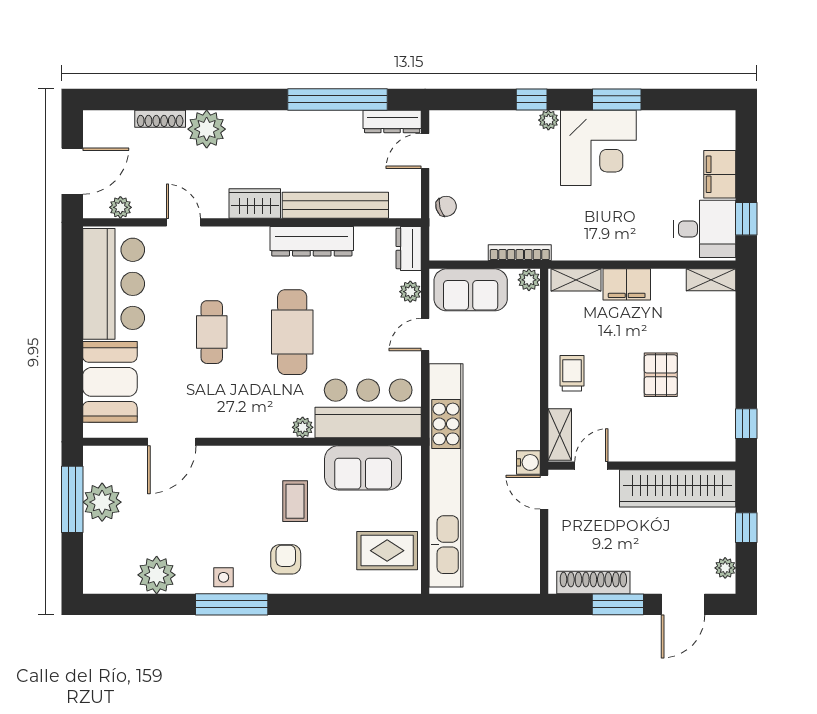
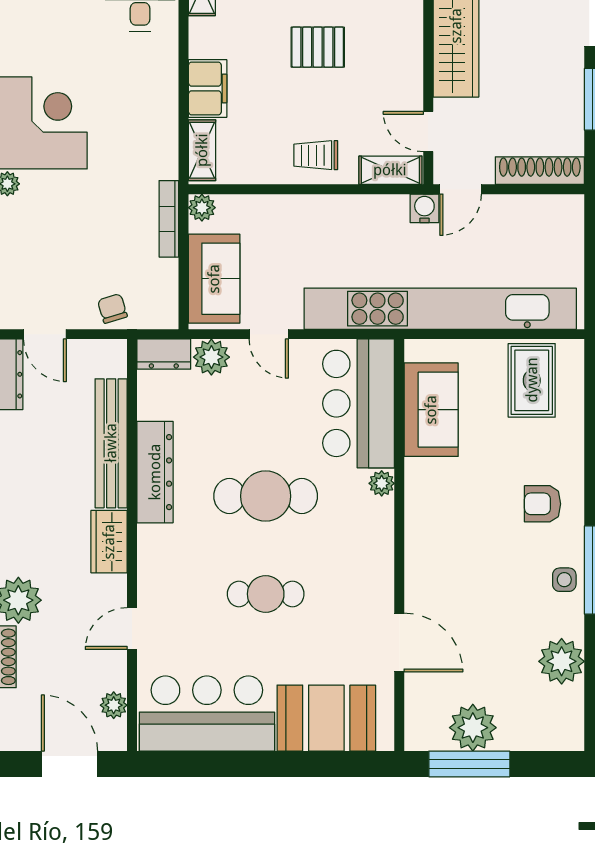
plant: (410, 292) -> (211, 357), width x1.38, depth x1.38
coffee table: (295, 501) -> (472, 493), removed
shoe rack: (593, 582) -> (540, 171), moved, turned 90

